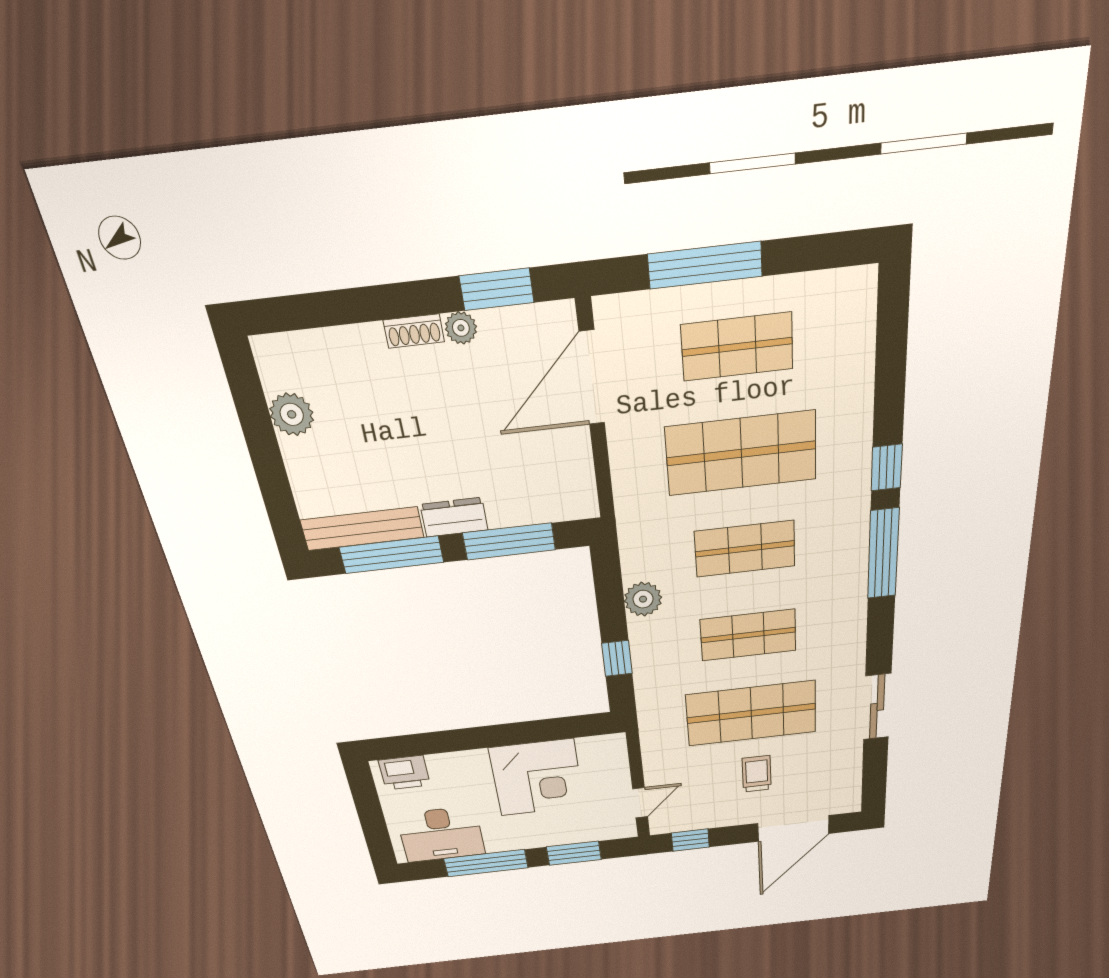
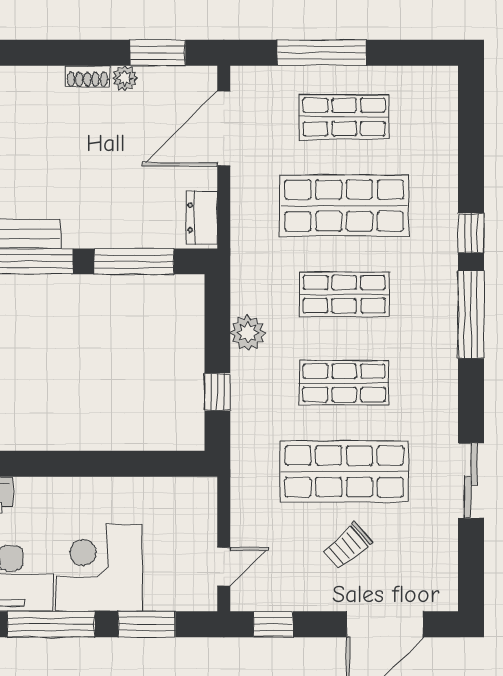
dresser: (454, 517) -> (202, 217), moved, turned -90
trolley: (757, 774) -> (347, 546), turned -131
corner desk: (537, 778) -> (99, 568), moved, turned 180

